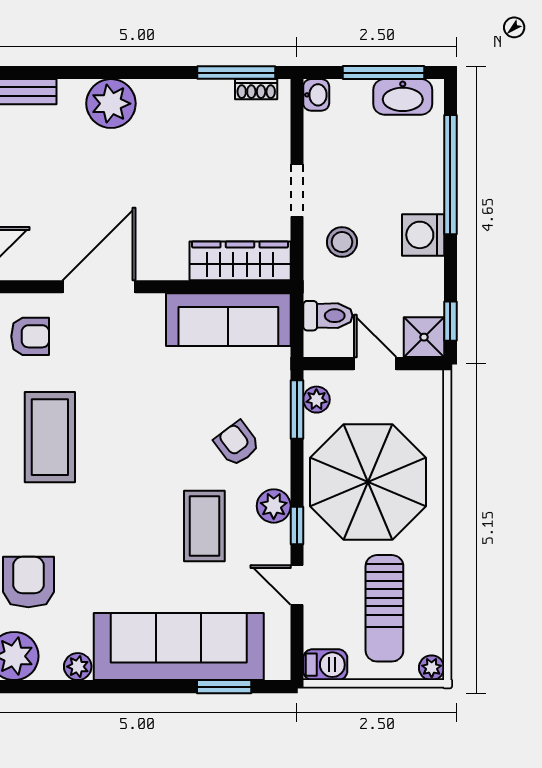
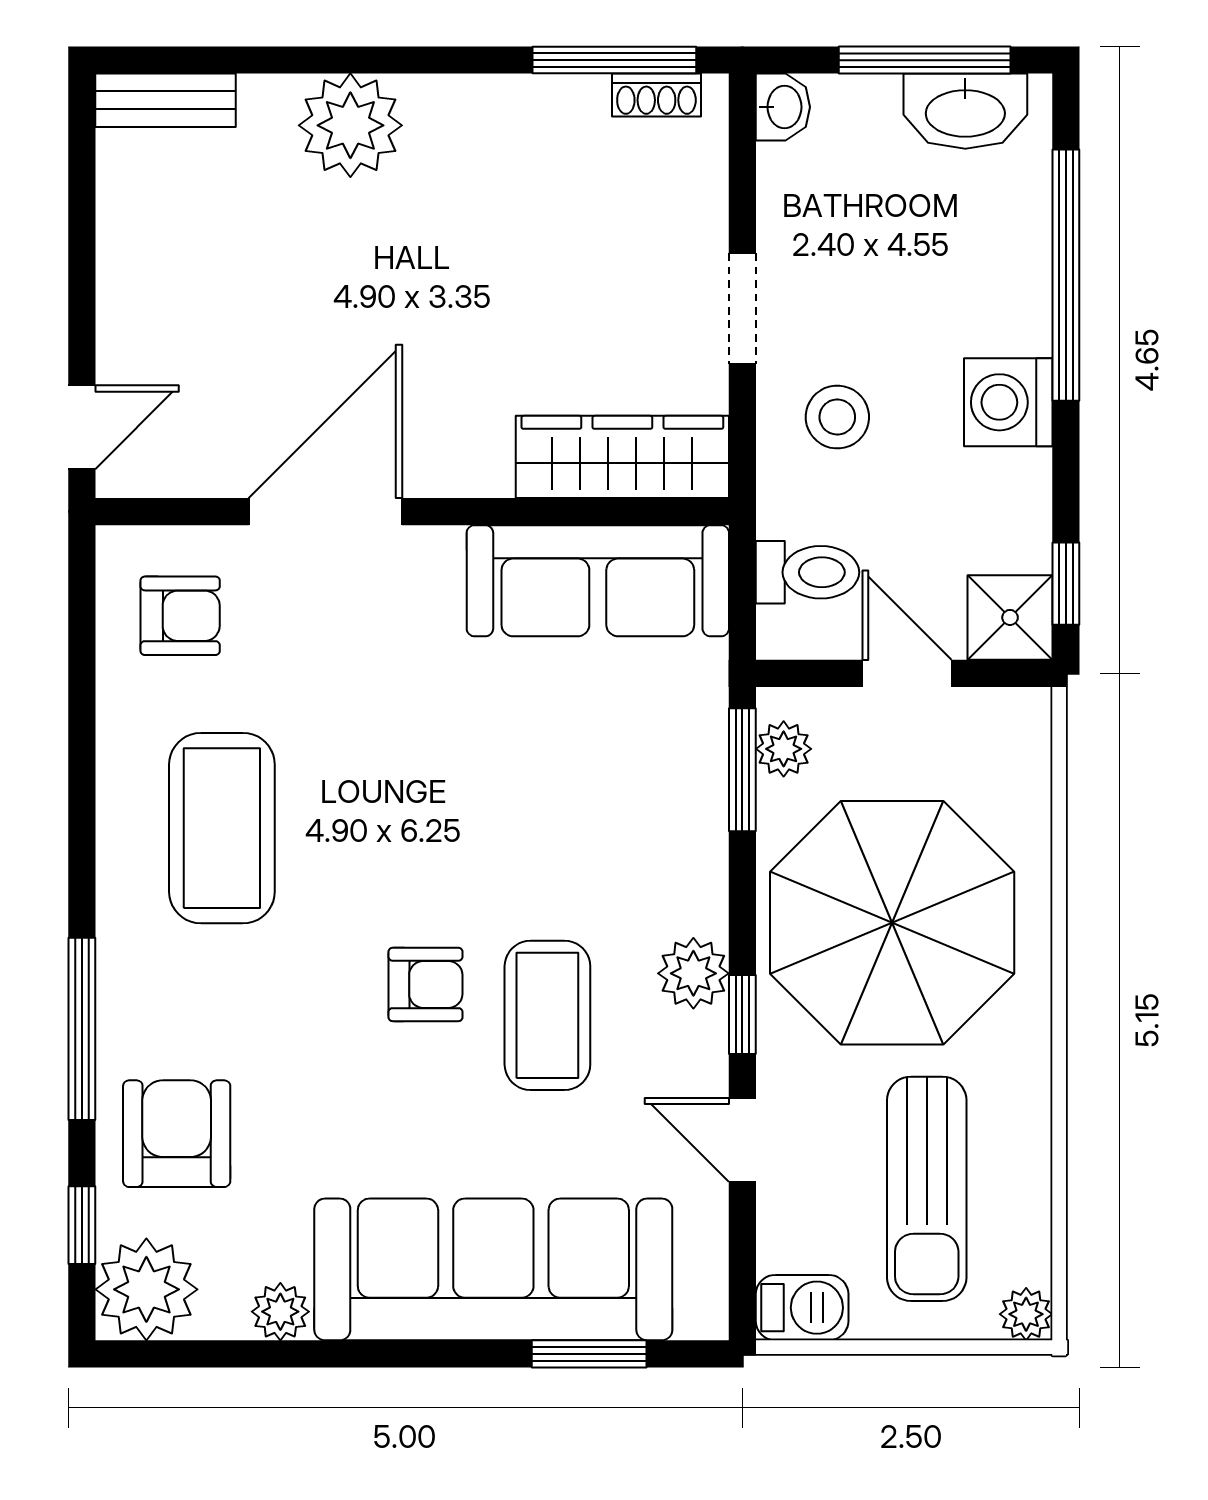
armchair: (237, 443) -> (425, 984), moved, turned 127

